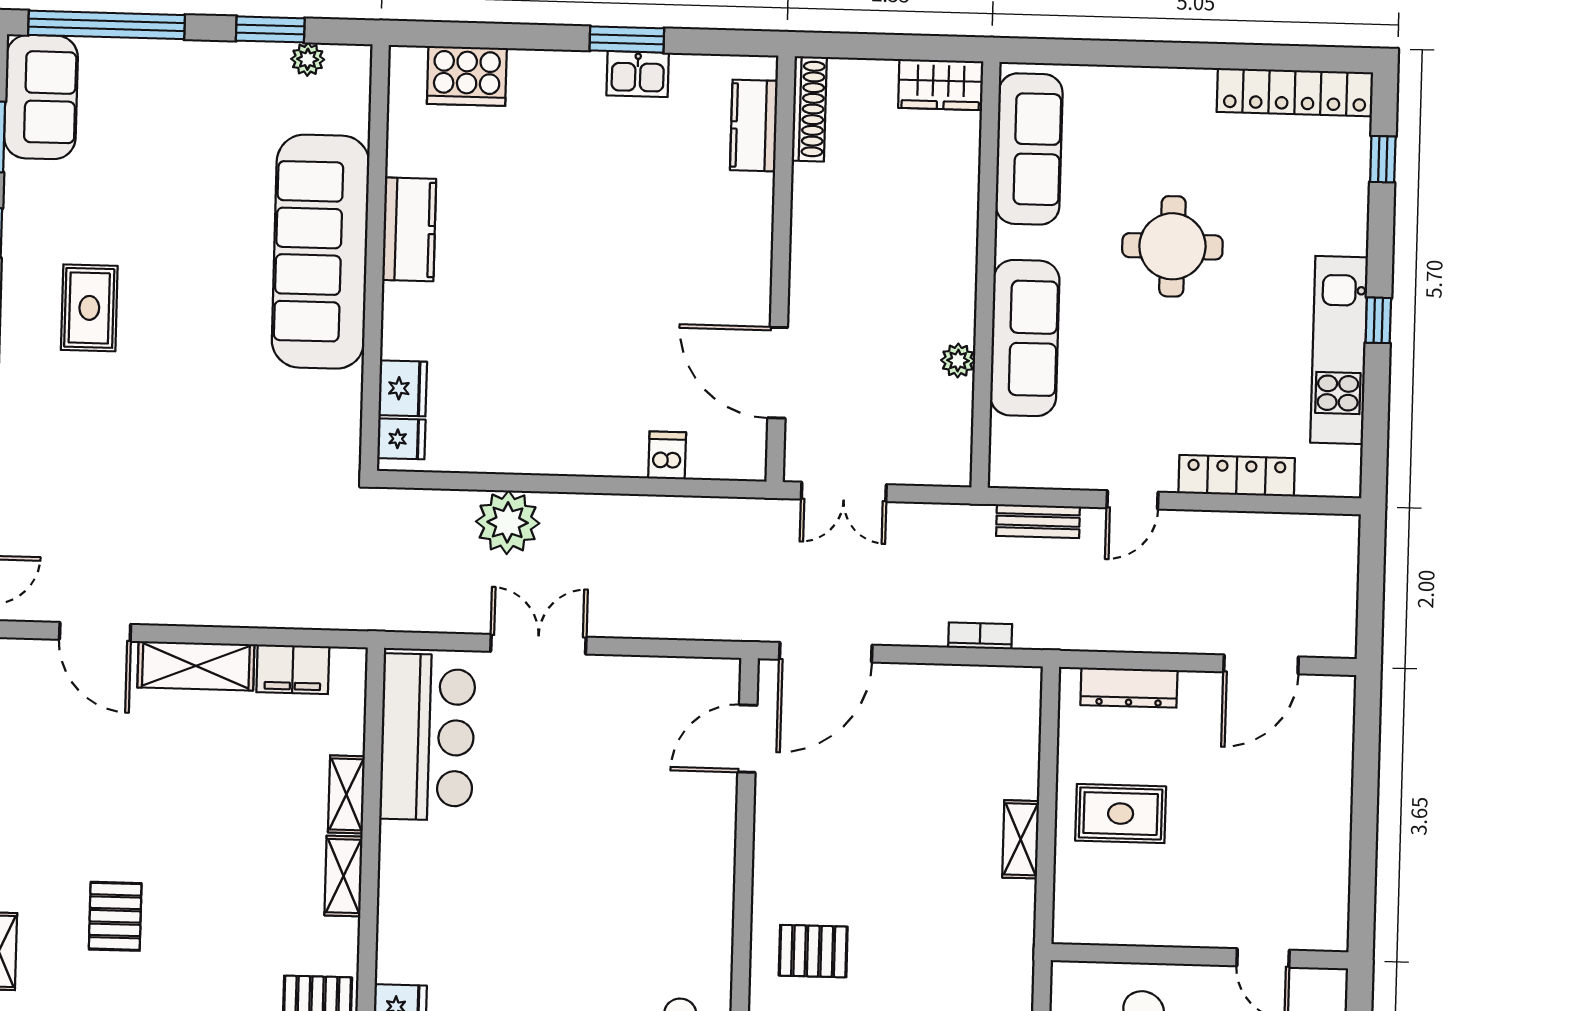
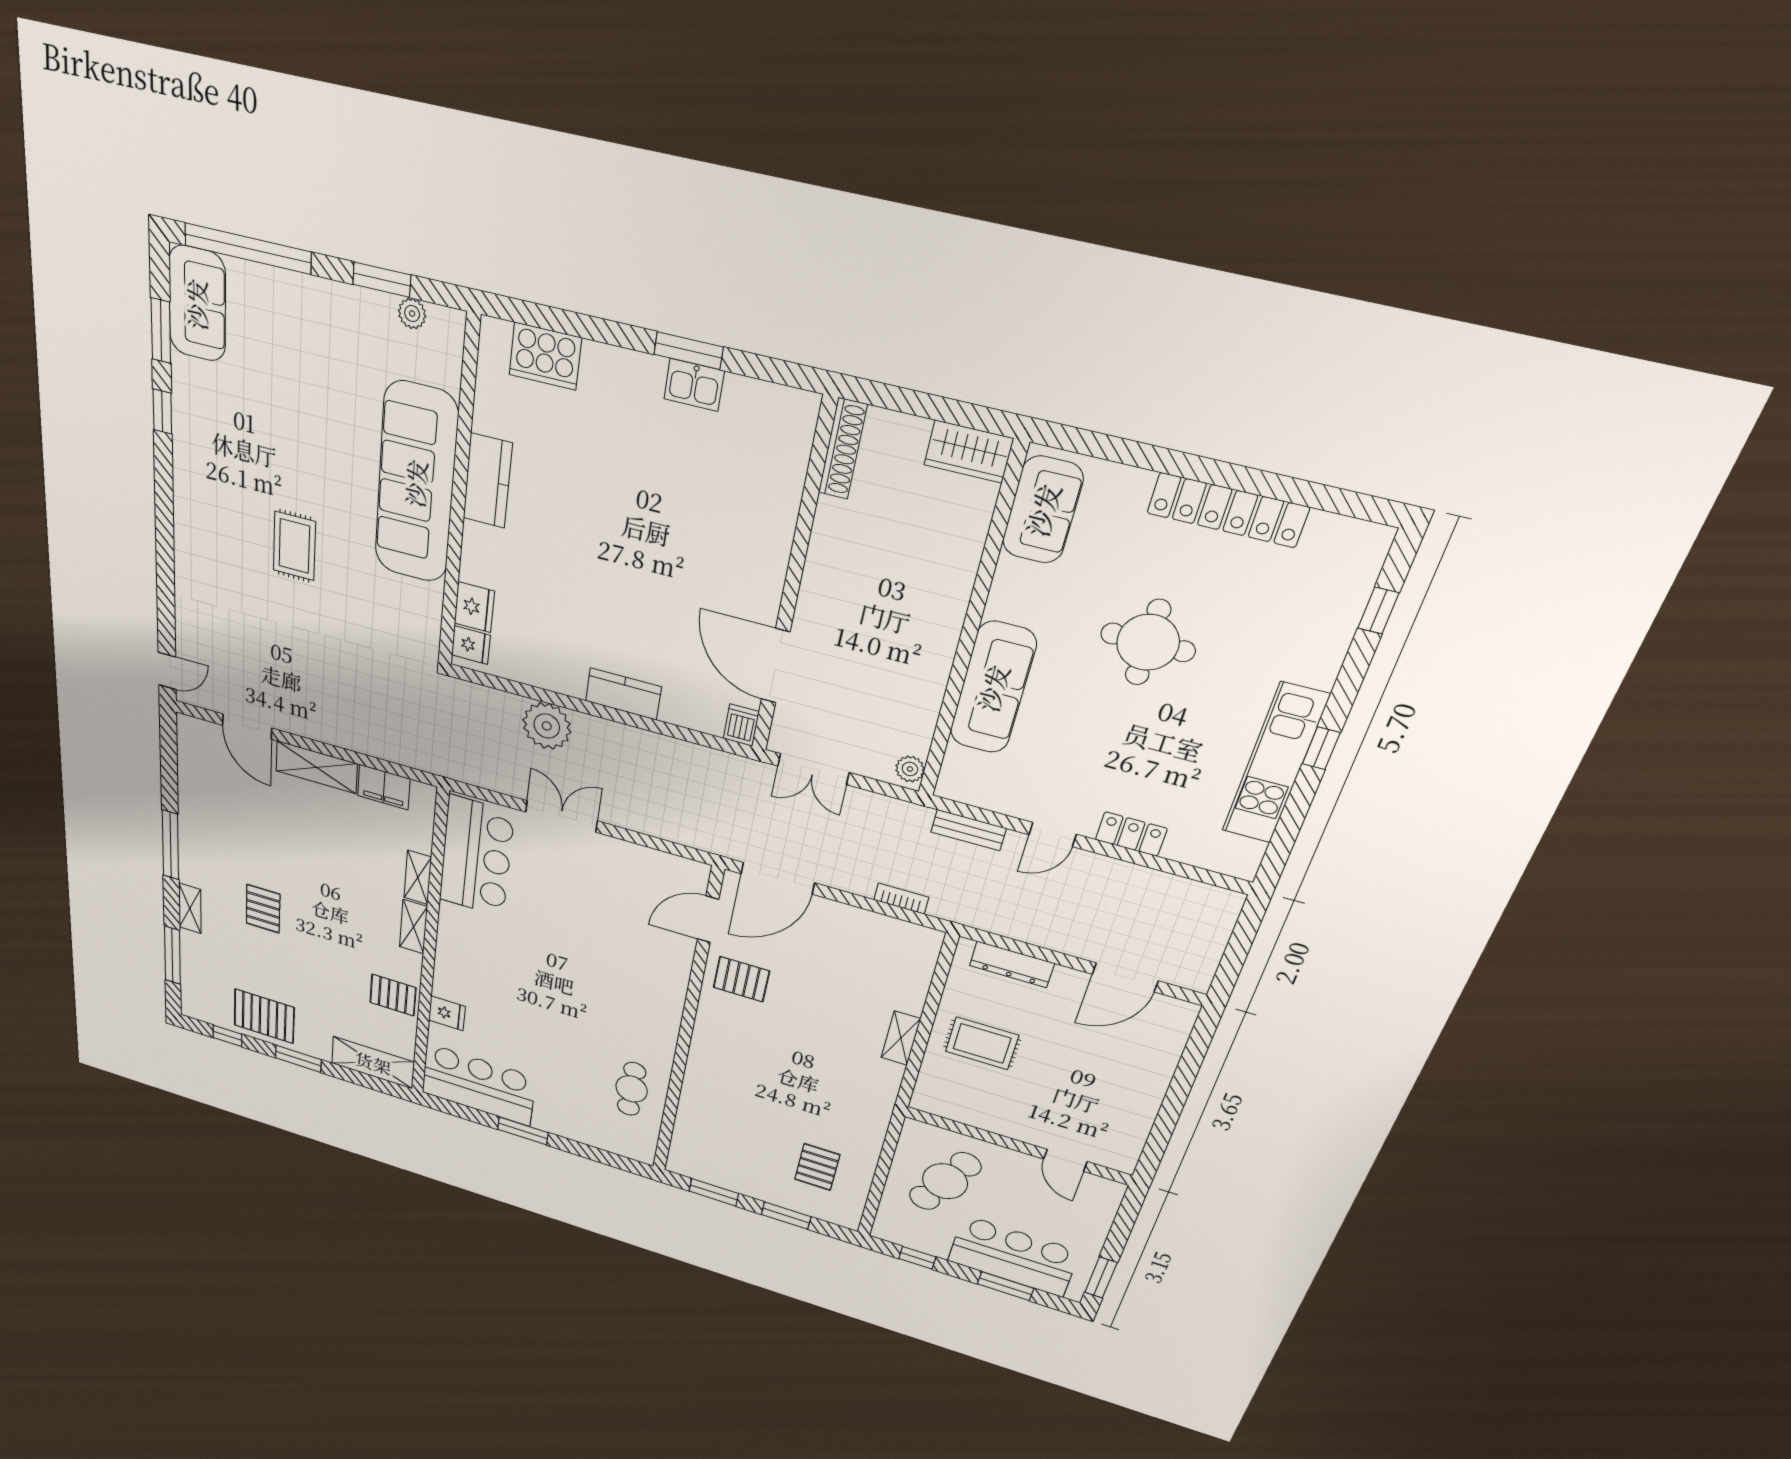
locker: (1295, 92) -> (1227, 510), moved
kitchen counter: (754, 125) -> (623, 694), moved, turned 90
sofa: (1029, 149) -> (1043, 510), width x0.73
rug: (89, 308) -> (294, 546), moved
plant: (958, 361) -> (910, 769), moved
dishwasher: (667, 455) -> (741, 725), moved
locker: (1237, 476) -> (1131, 834), width x0.66
pallet: (813, 951) -> (741, 979), moved

